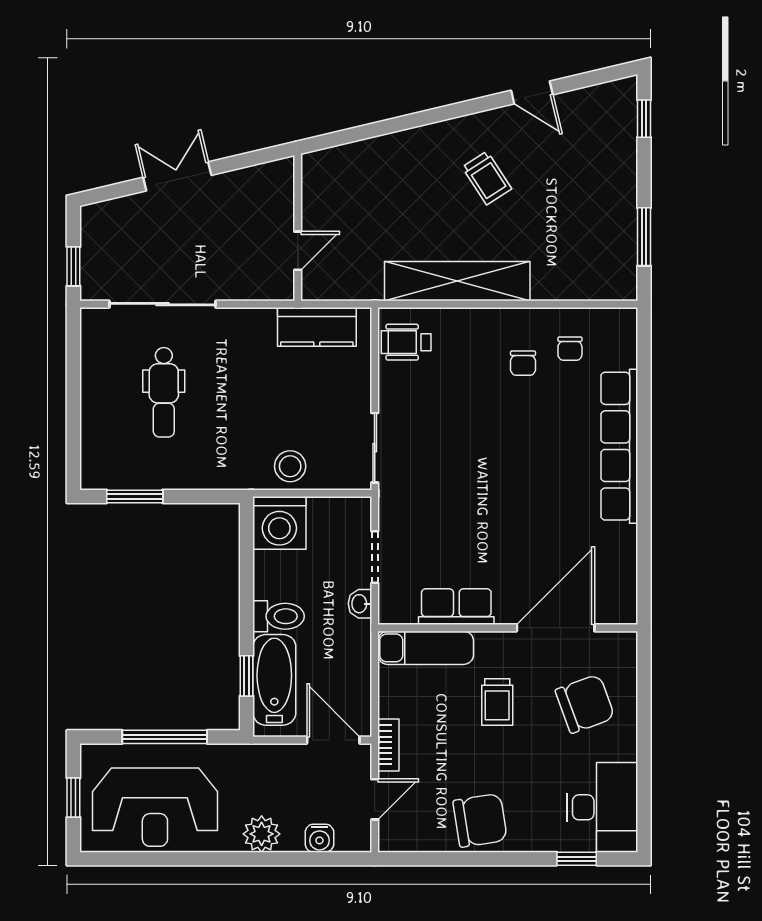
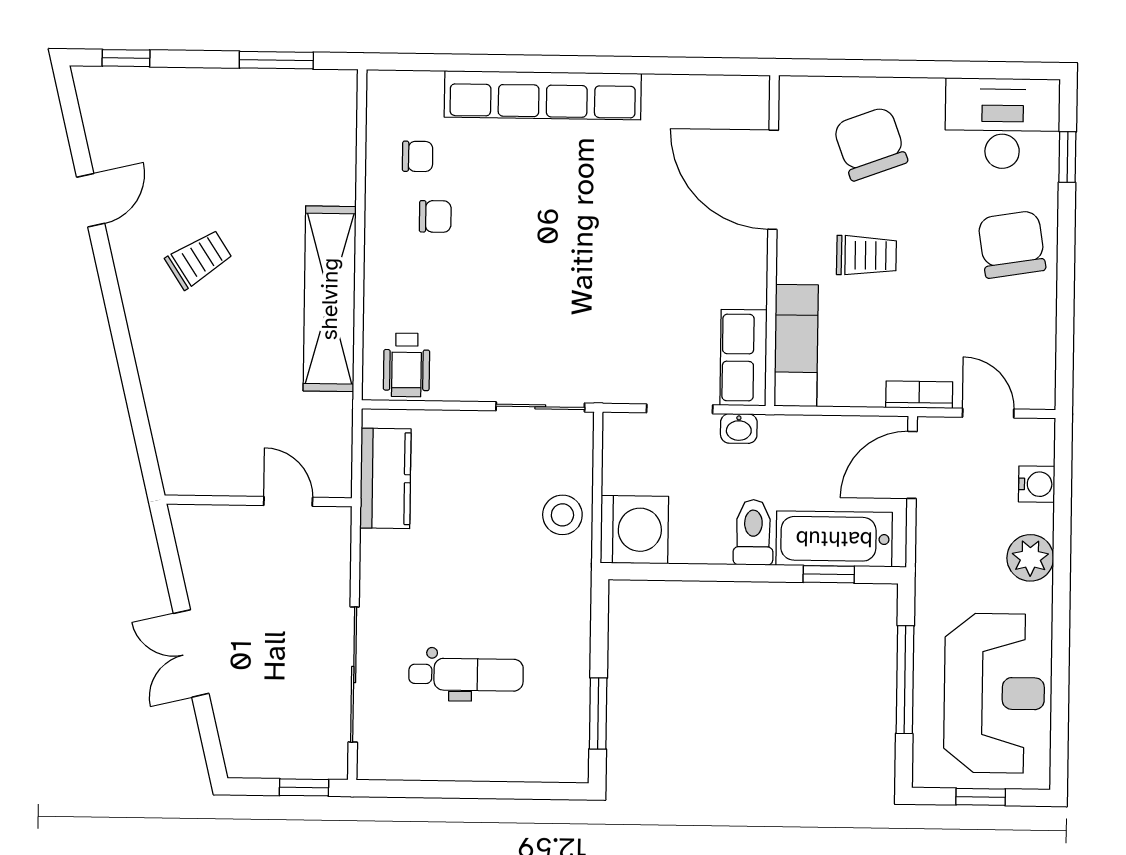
row of seats: (456, 607) -> (744, 358), moved
chair: (480, 820) -> (1012, 244), moved

